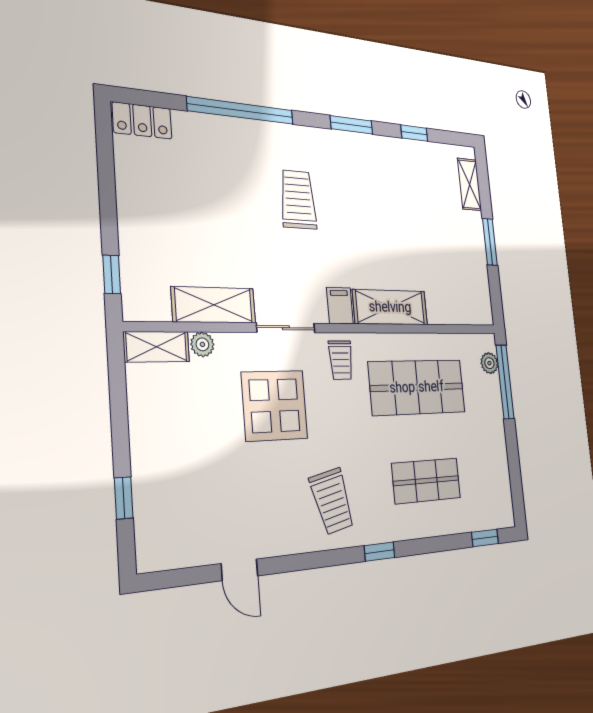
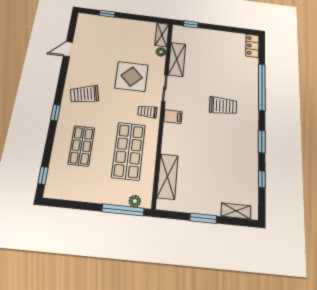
shelving: (390, 307) -> (167, 176), moved

